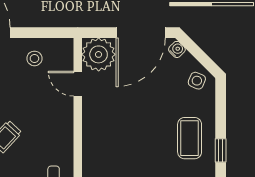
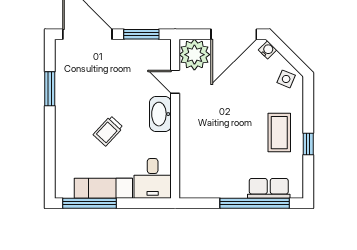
window: (42, 33) -> (141, 34), added
stool: (34, 58) -> (135, 58), removed
washbasin: (62, 118) -> (160, 114), added

